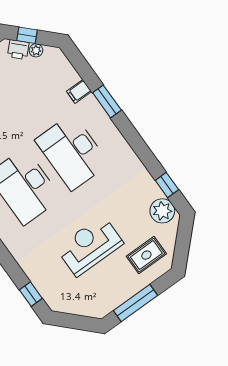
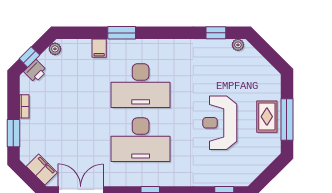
plant: (36, 50) -> (55, 49), moved
plant: (162, 211) -> (238, 45), width x0.53, depth x0.53
rug: (146, 255) -> (267, 117), moved

